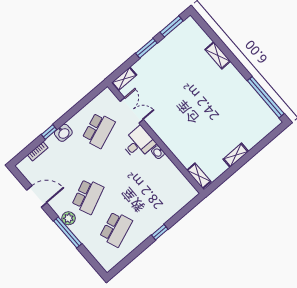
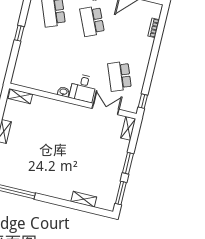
shelving: (218, 55) -> (84, 199), moved
double door: (132, 110) -> (106, 109), swing flipped
window: (49, 132) -> (143, 101), moved
washbasin: (63, 133) -> (144, 55), removed

